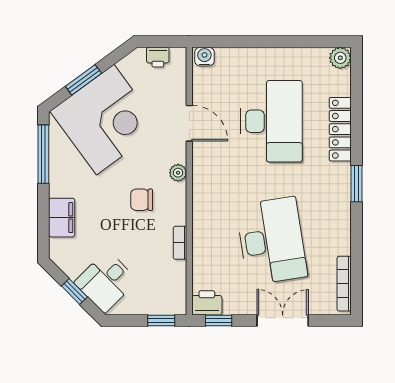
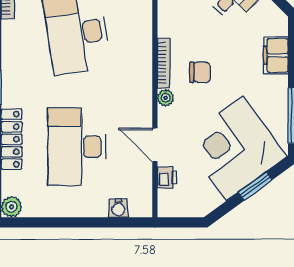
printer: (158, 57) -> (167, 177), moved, turned 90
water cooler: (204, 57) -> (118, 208), moved
bookcase: (180, 243) -> (164, 63), moved, width x1.56

